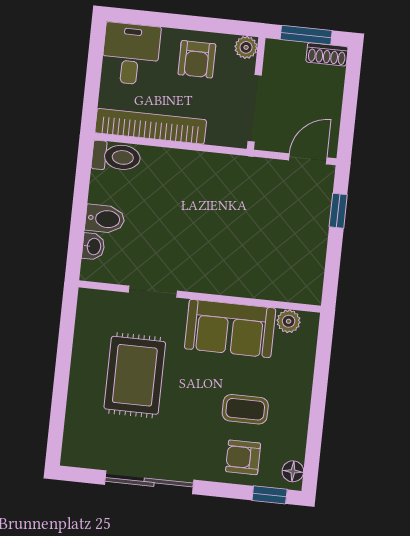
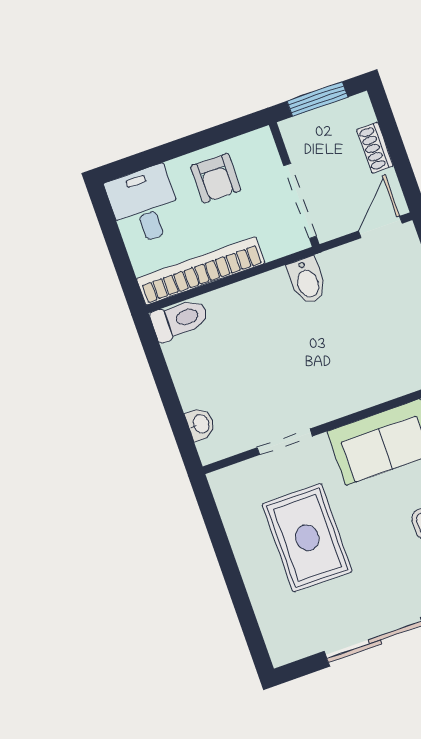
plant: (246, 47) -> (261, 142), removed
shoe rack: (327, 54) -> (375, 148), moved, turned 90
bidet: (105, 219) -> (307, 281), moved, turned 90

